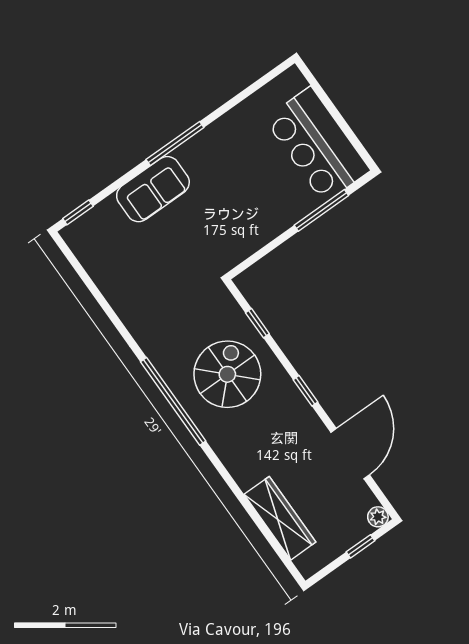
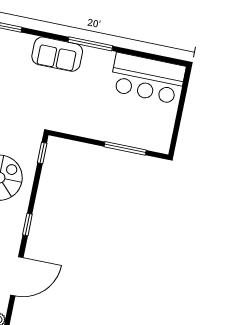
bar counter: (317, 145) -> (148, 78), moved, turned -90
window: (257, 323) -> (42, 153), moved

